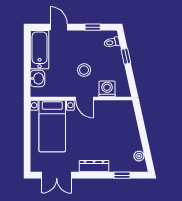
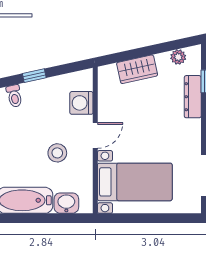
stool: (84, 70) -> (57, 153), moved
wardrobe: (130, 128) -> (137, 69), added
dresser: (94, 166) -> (193, 97), moved

